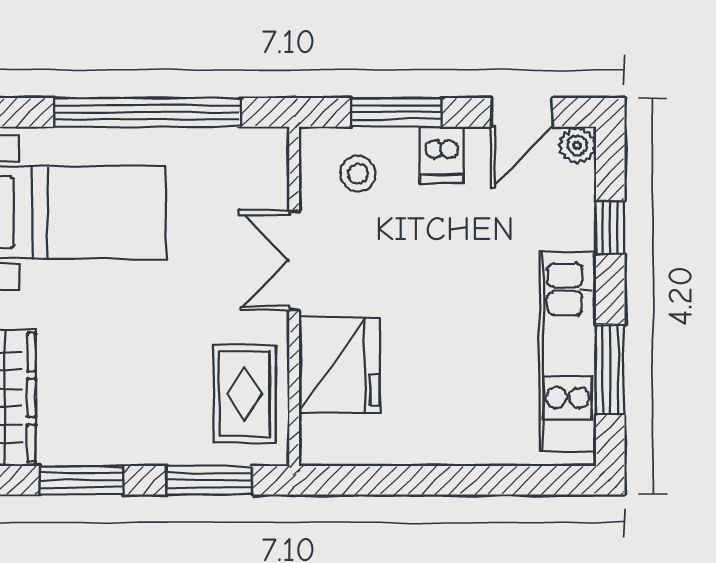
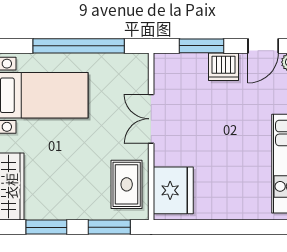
dishwasher: (441, 155) -> (224, 67), width x1.38
stool: (358, 173) -> (182, 76), removed
fridge: (339, 365) -> (173, 190), moved

